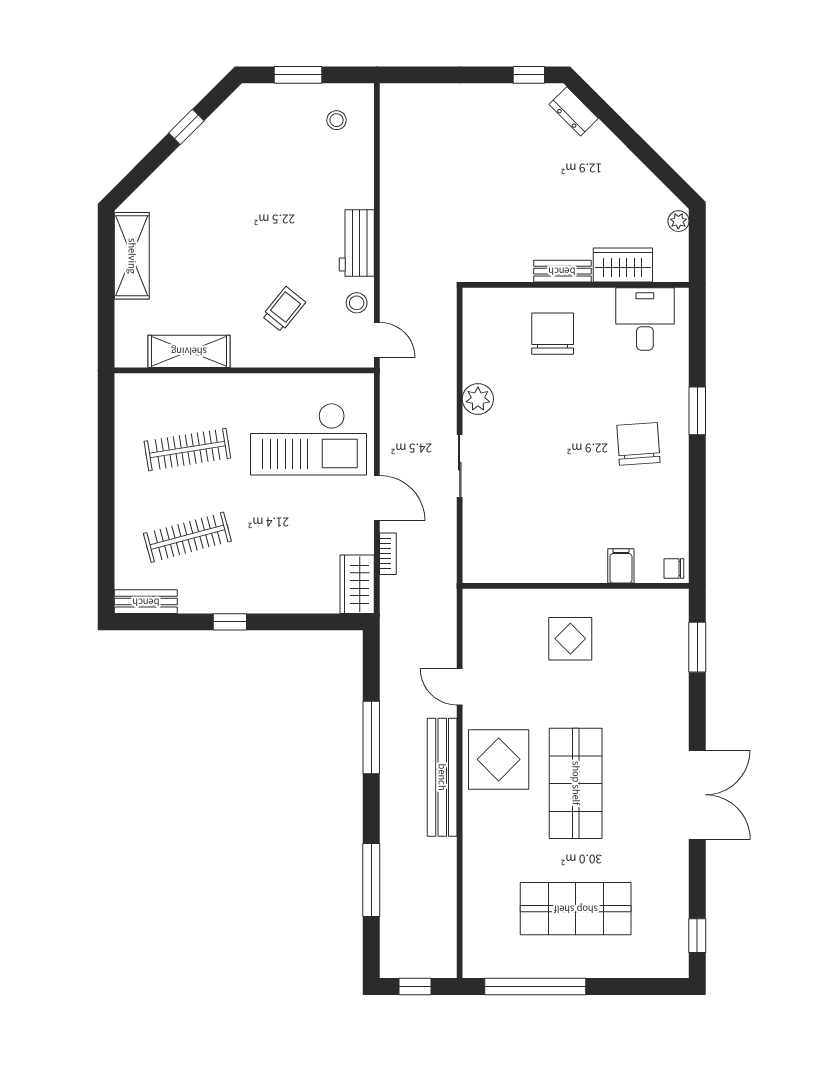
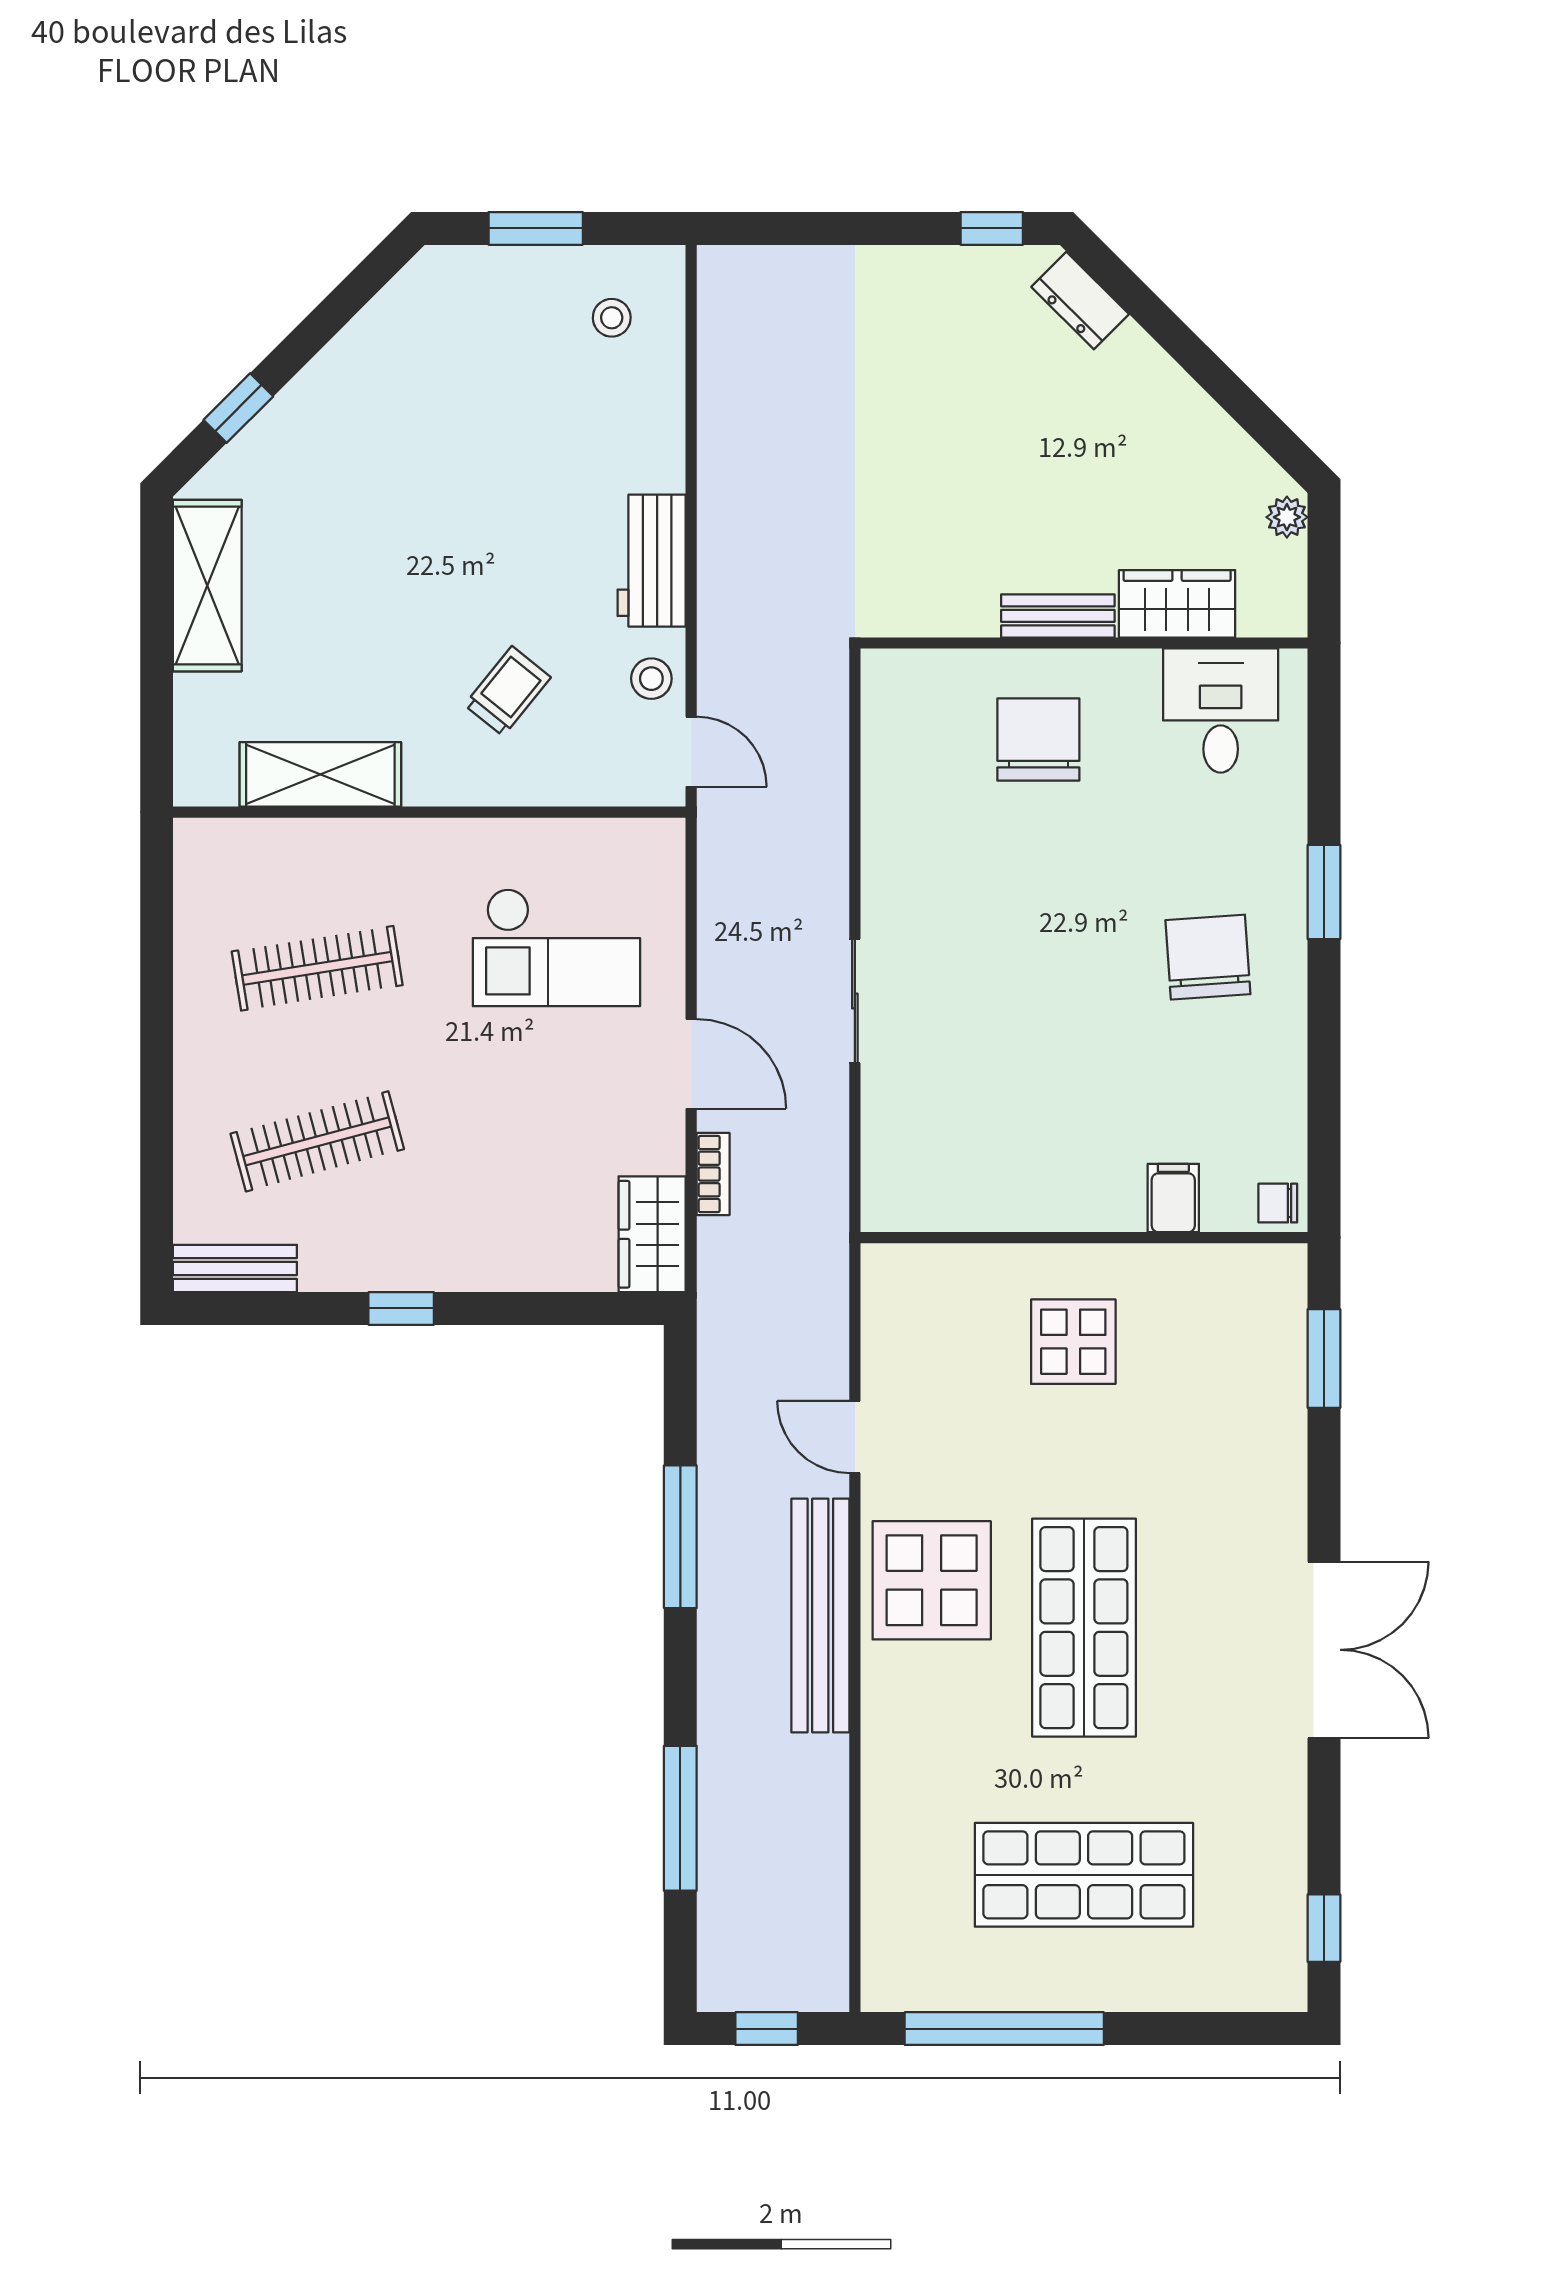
window: (186, 127) -> (238, 408), moved
plant: (478, 399) -> (891, 868), removed
checkout: (309, 439) -> (556, 947), width x0.73, depth x0.83

